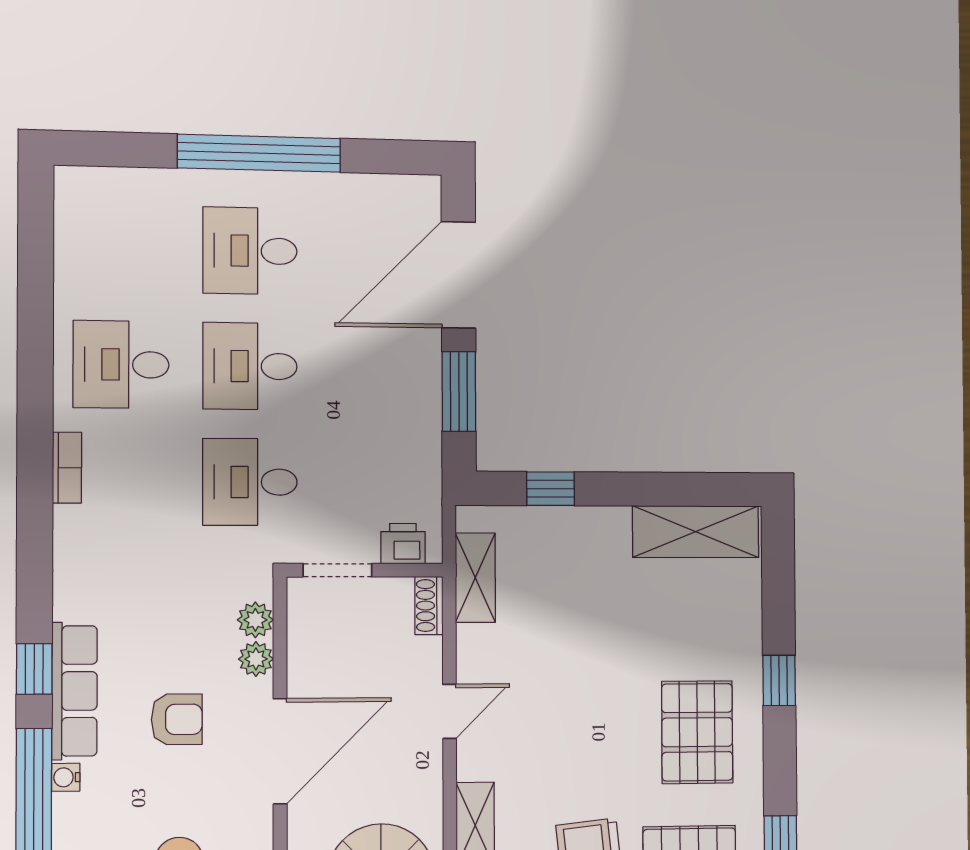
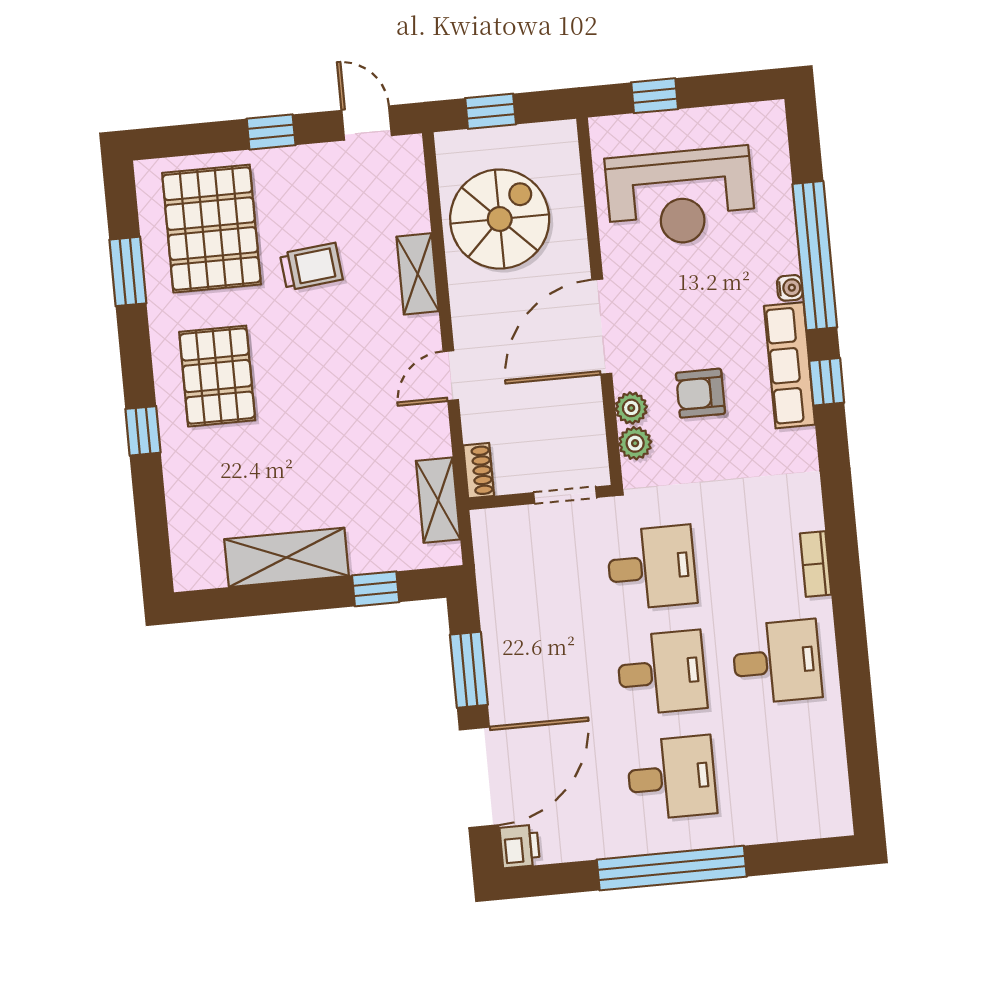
shelving: (696, 532) -> (287, 557), moved
printer: (403, 544) -> (520, 846), moved, turned -90
armchair: (177, 719) -> (700, 393), moved

